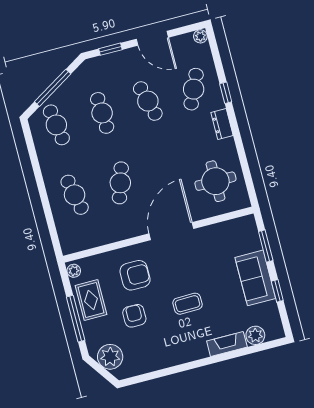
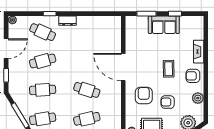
round table: (215, 181) -> (100, 33), removed
plant: (255, 335) -> (198, 98), moved
armchair: (186, 345) -> (193, 76), added

